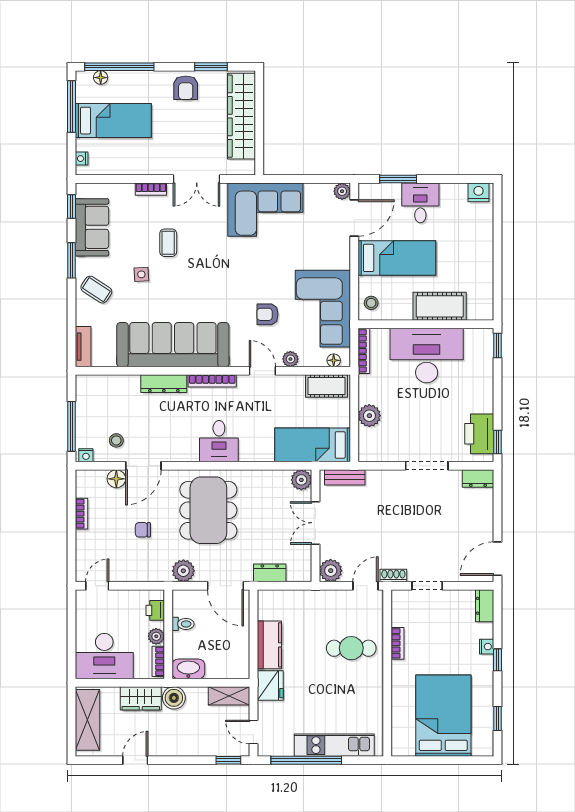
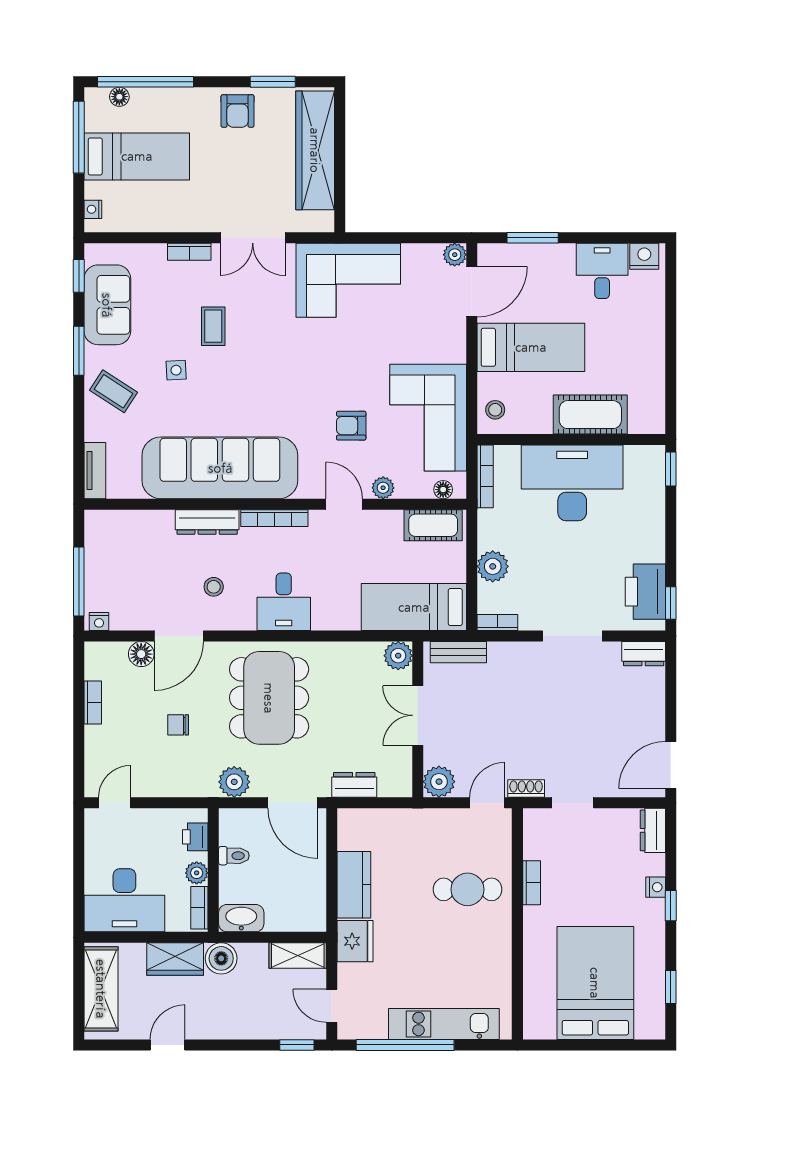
desk: (420, 203) -> (602, 271), moved
stool: (116, 440) -> (214, 587), moved
bookcase: (373, 456) -> (497, 622), added

